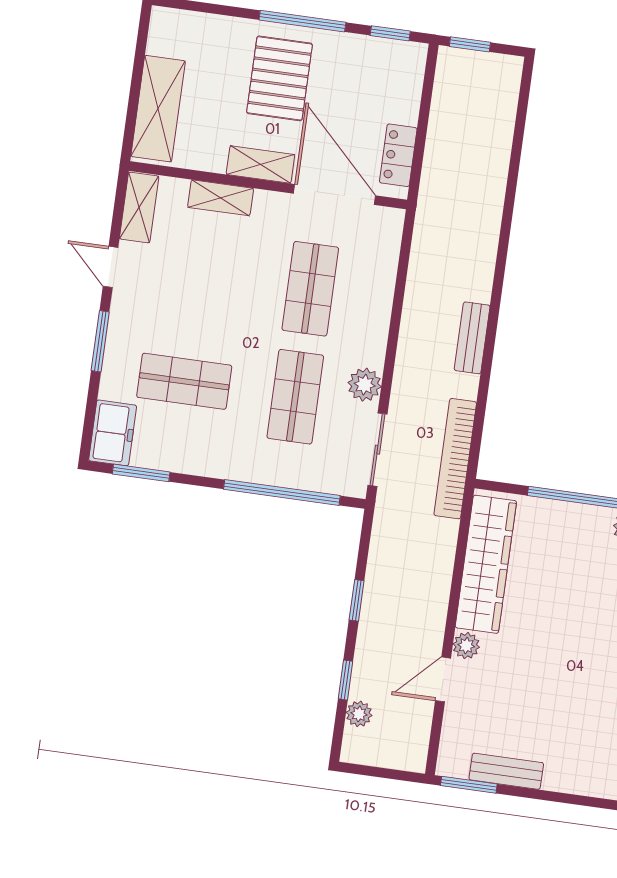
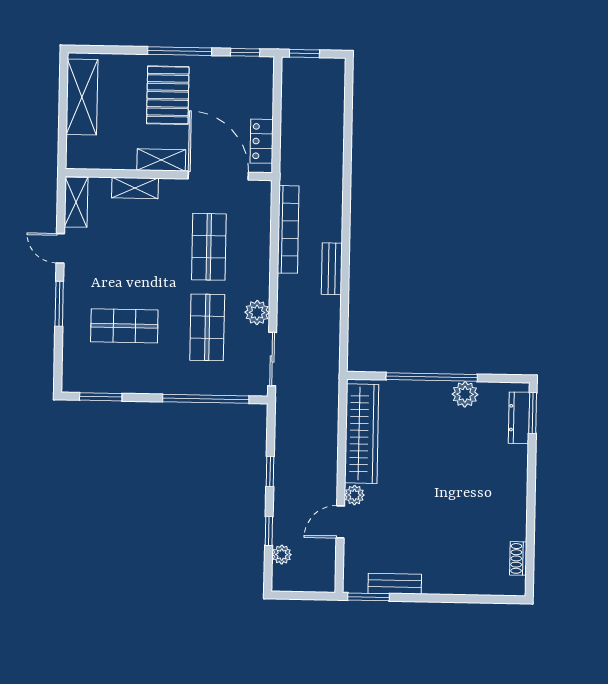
shelving: (158, 109) -> (82, 97), moved
freezer: (113, 433) -> (76, 370), removed
bookcase: (455, 459) -> (288, 229), moved, turned 180

